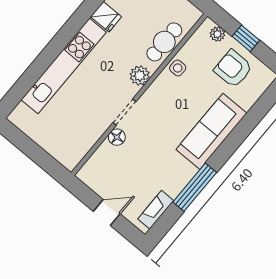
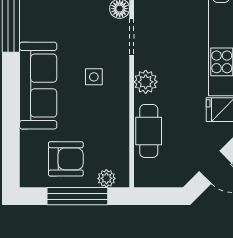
window: (246, 38) -> (77, 196), width x2.17
side table: (178, 68) -> (94, 77), moved

